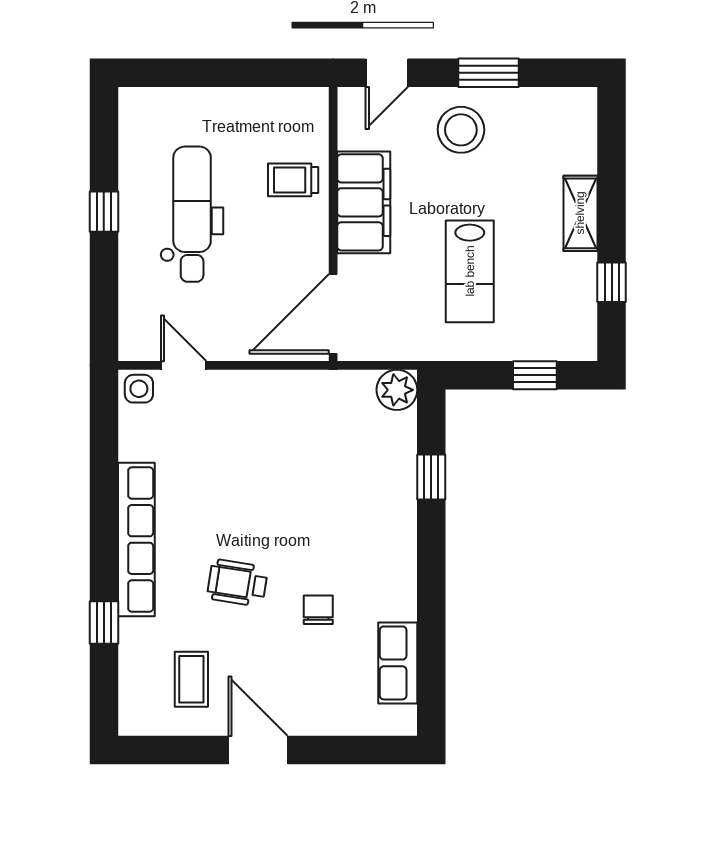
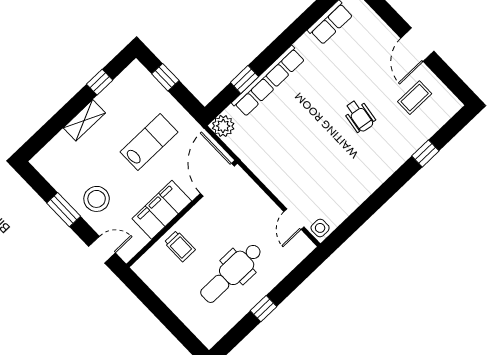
door: (333, 314) -> (217, 180), swing flipped
row of seats: (136, 539) -> (268, 81), moved, turned 180
chair: (318, 610) -> (339, 74), removed

